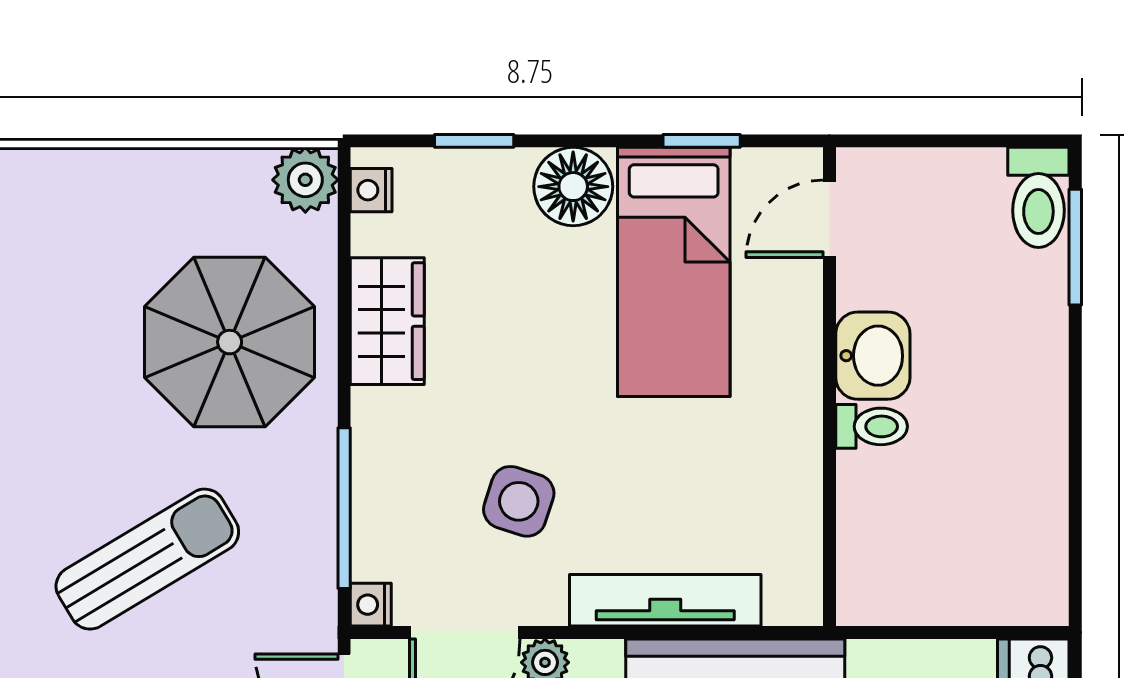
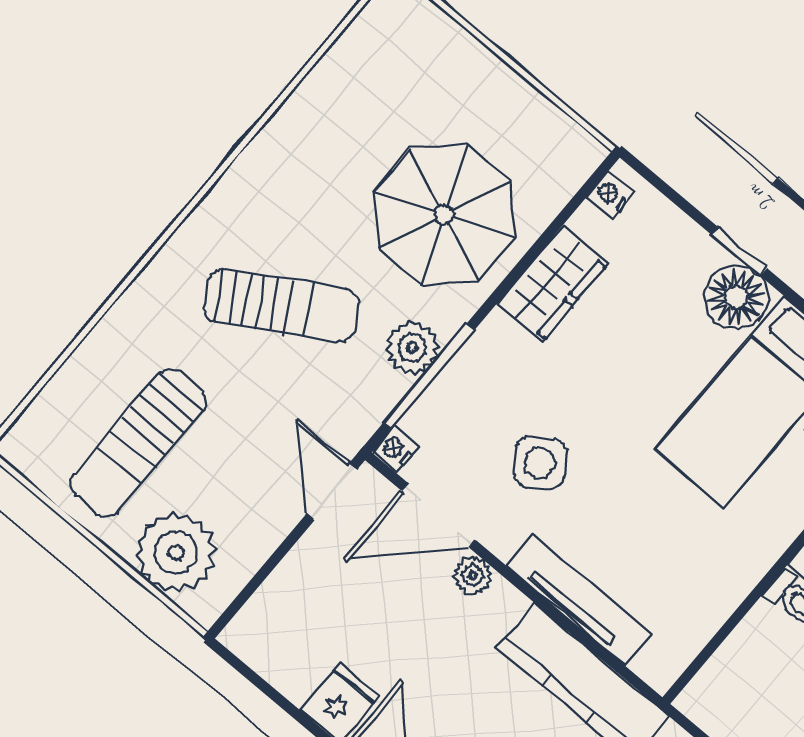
window: (474, 141) -> (739, 251), moved
plant: (305, 180) -> (412, 348), moved
side table: (519, 501) -> (540, 463), turned 37

